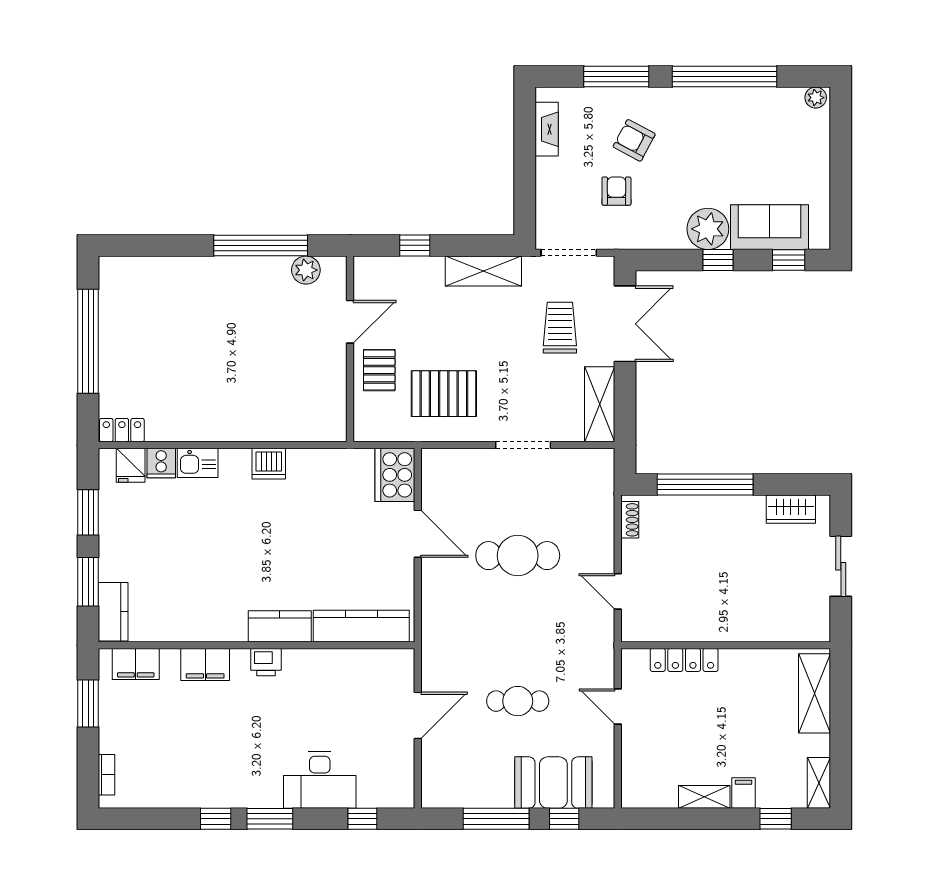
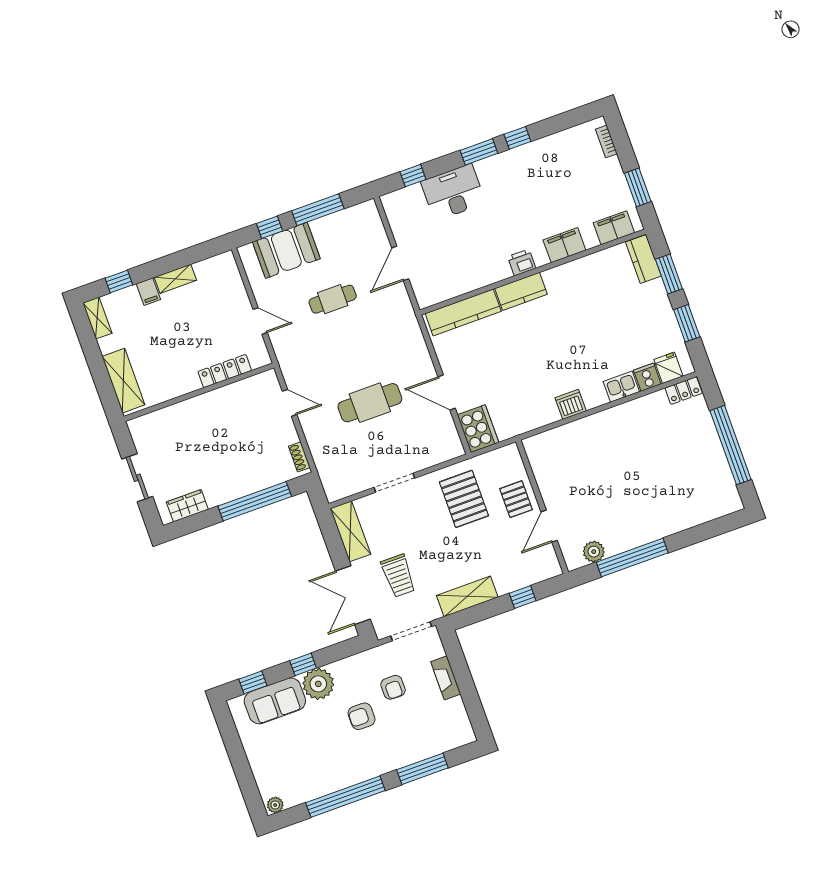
fireplace: (547, 129) -> (446, 678), moved
armchair: (634, 140) -> (361, 716), moved, turned 152
pallet: (444, 394) -> (464, 499), turned 90

